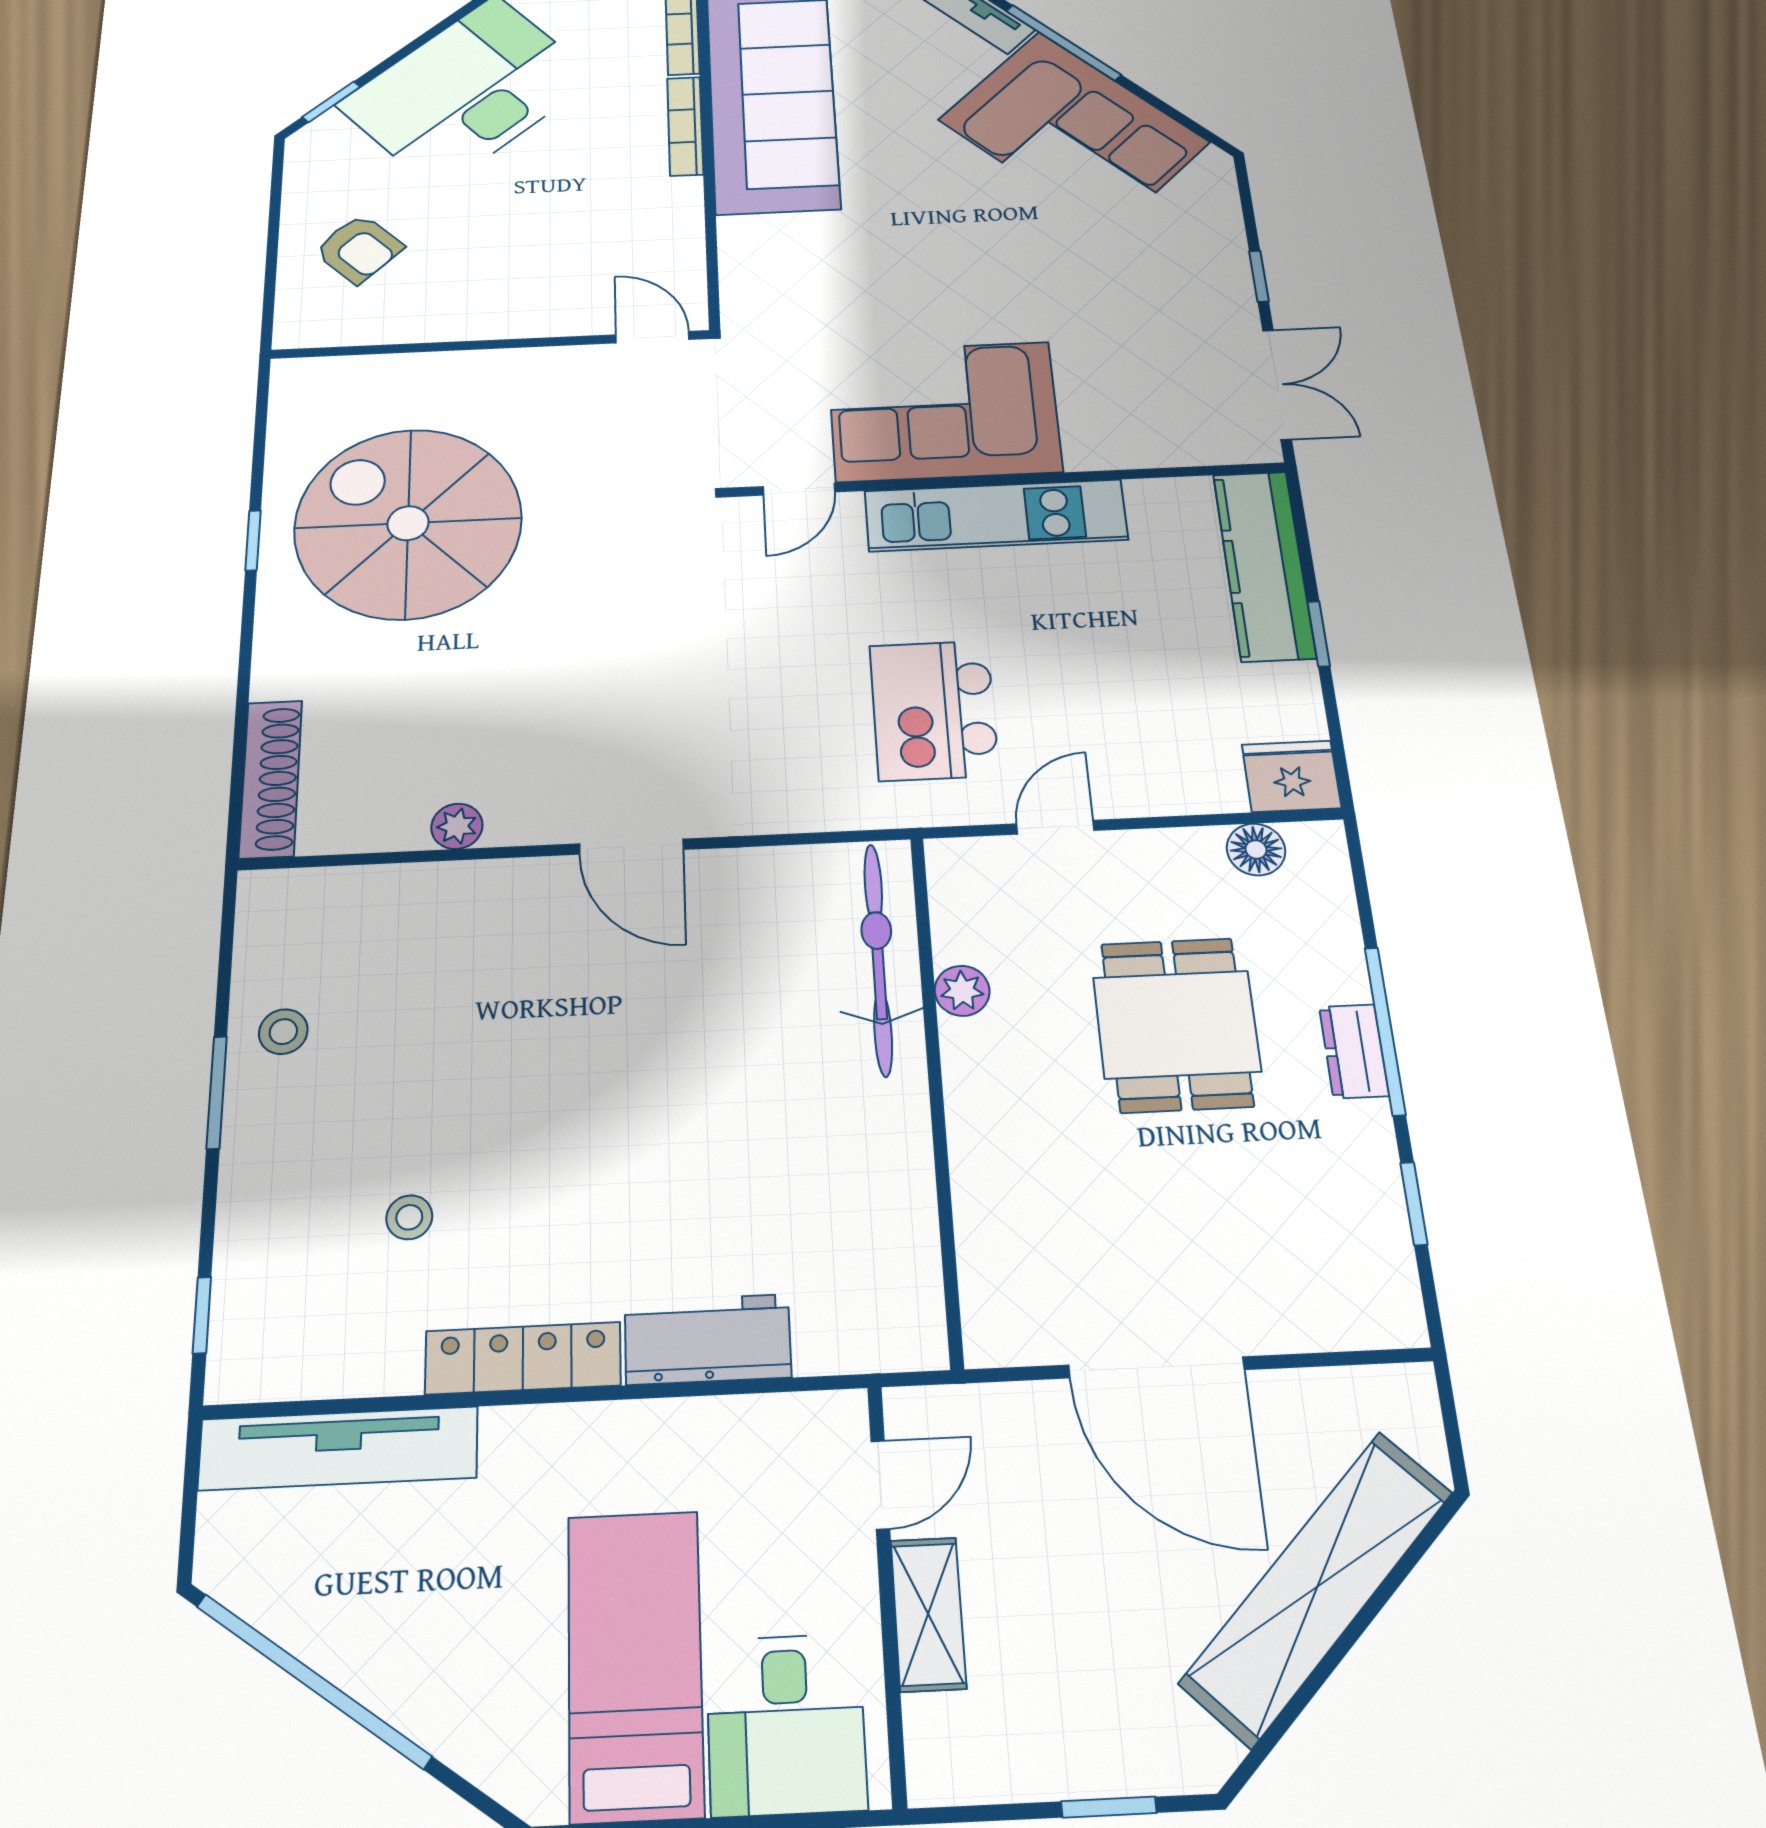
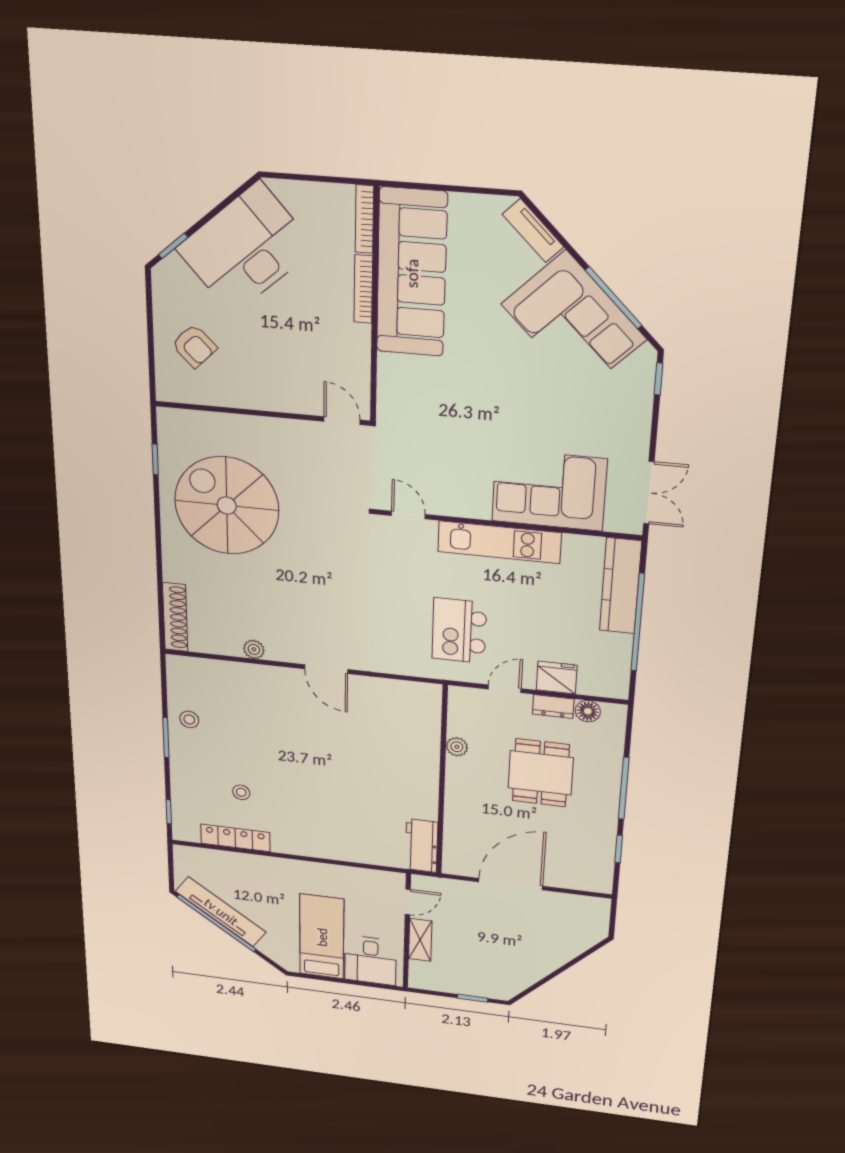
window: (1063, 43) -> (614, 298), moved
window: (1259, 276) -> (658, 379), moved
corner sofa: (944, 411) -> (549, 490), moved
door: (799, 489) -> (408, 515), swing flipped
window: (253, 540) -> (155, 459), moved
window: (1319, 634) -> (638, 622), width x3.17
fridge: (1291, 776) -> (557, 678), moved
bicycle: (878, 958) -> (424, 729), removed
dresser: (1354, 1051) -> (553, 706), moved, turned -90
workbench: (708, 1339) -> (422, 846), moved, turned -90
locker: (523, 1358) -> (235, 838), moved
door: (1156, 1367) -> (511, 884), swing flipped
tv unit: (338, 1448) -> (221, 912), moved, turned -145
shelving: (1317, 1587) -> (554, 955), removed

